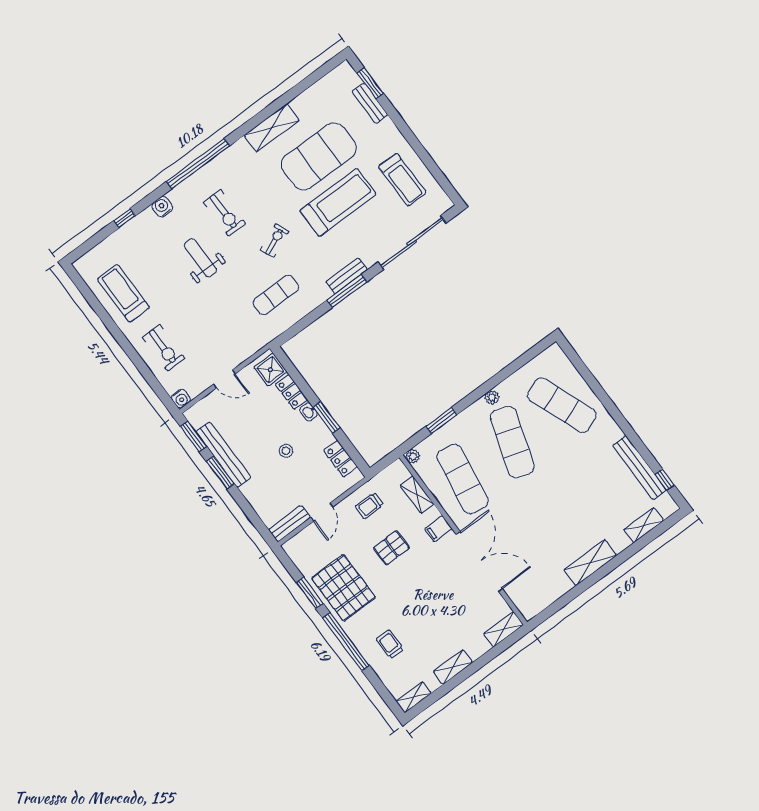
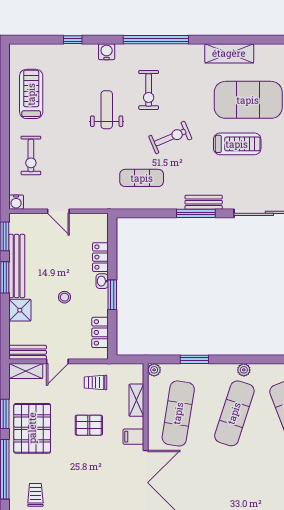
treadmill: (338, 202) -> (237, 144), width x0.73, depth x0.73
exercise bike: (275, 241) -> (170, 137), width x1.38, depth x1.39
shower: (270, 370) -> (20, 310), moved
shelving: (300, 541) -> (26, 371), added

